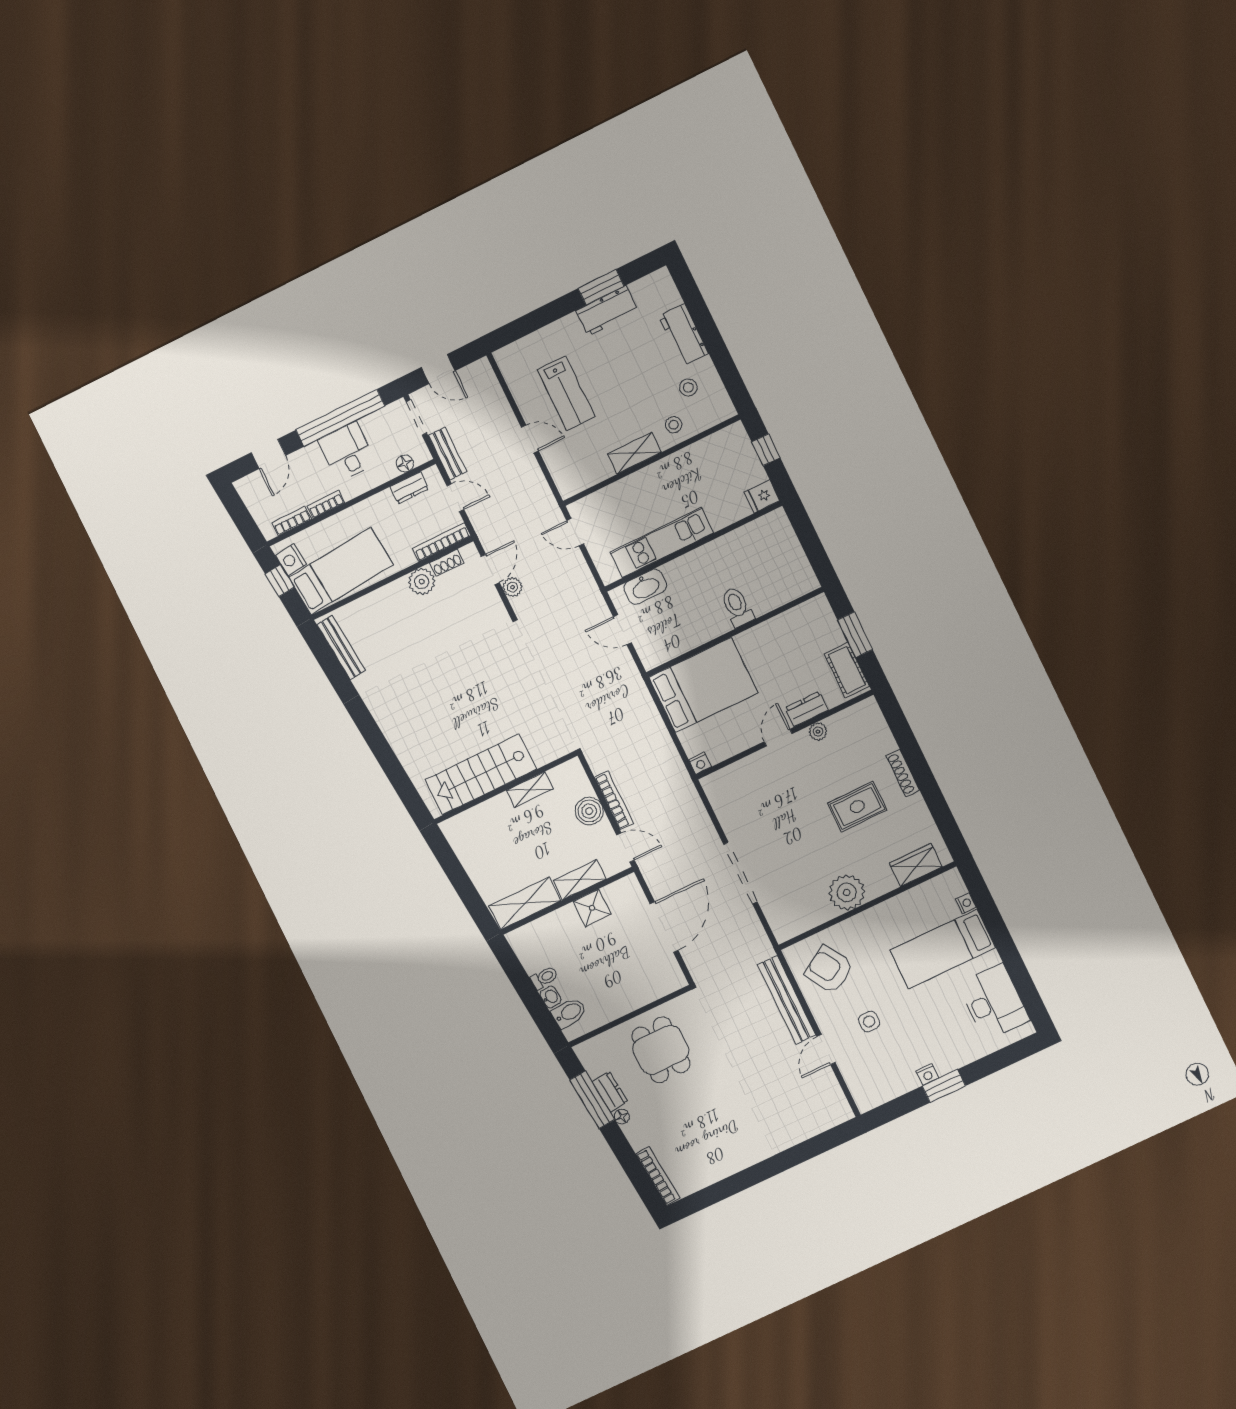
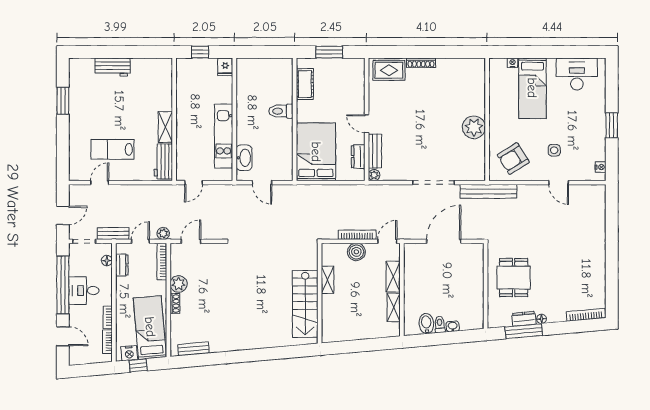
workbench: (607, 311) -> (163, 161), moved, turned 180
stool: (688, 387) -> (144, 79), removed
lab bench: (566, 393) -> (113, 149), turned 180
stool: (674, 425) -> (160, 97), removed
door: (530, 439) -> (100, 183), moved
shoe rack: (447, 563) -> (175, 303), moved
door: (490, 569) -> (191, 241), hinge flipped
plant: (512, 587) -> (163, 233), moved
door: (622, 630) -> (262, 183), hinge flipped
bench: (341, 647) -> (193, 349), width x0.73
cot: (847, 670) -> (305, 84), moved, turned 90
dresser: (807, 709) -> (358, 157), moved
plant: (818, 732) -> (374, 175), moved
nightstand: (700, 763) -> (360, 175), removed
bench: (745, 768) -> (375, 151), added
rug: (857, 807) -> (389, 70), moved, turned 90
wardrobe: (916, 865) -> (477, 81), removed
shelving: (525, 903) -> (394, 308), width x0.67, depth x0.75
shower: (592, 908) -> (413, 277), removed
door: (664, 927) -> (444, 241), hinge flipped
bench: (787, 1000) -> (488, 191), moved
bidet: (569, 1013) -> (426, 324), moved
dining table: (661, 1050) -> (514, 278), turned 90
nightstand: (927, 1075) -> (601, 167), moved

